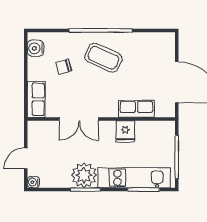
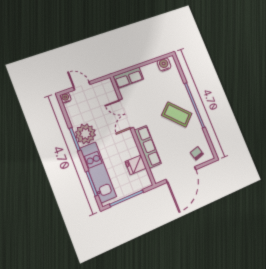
coffee table: (103, 58) -> (177, 114), turned -67
chair: (64, 67) -> (197, 153), moved
row of seats: (136, 109) -> (148, 147), width x1.48
fridge: (125, 131) -> (136, 165), moved

